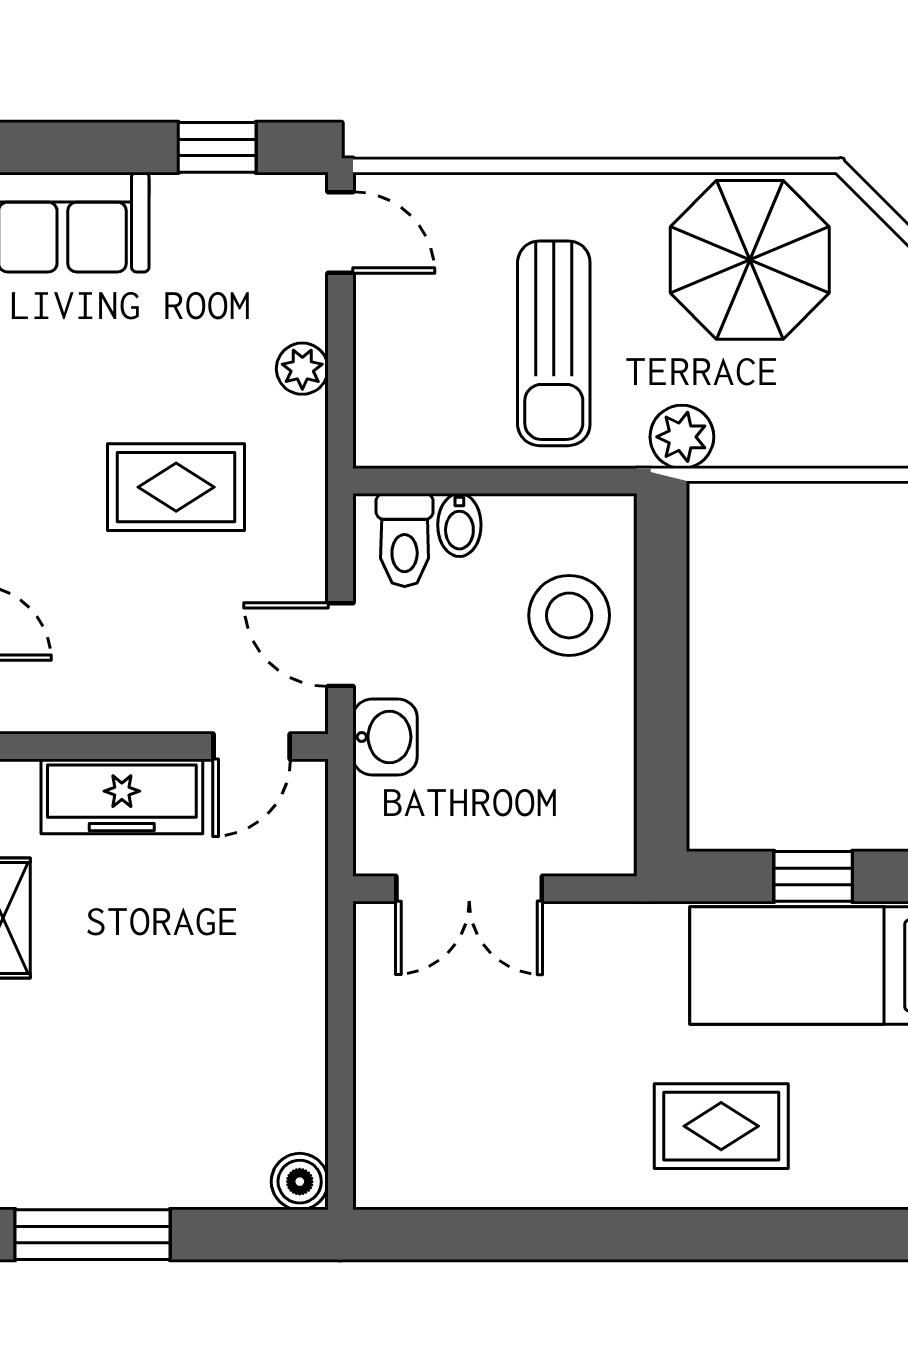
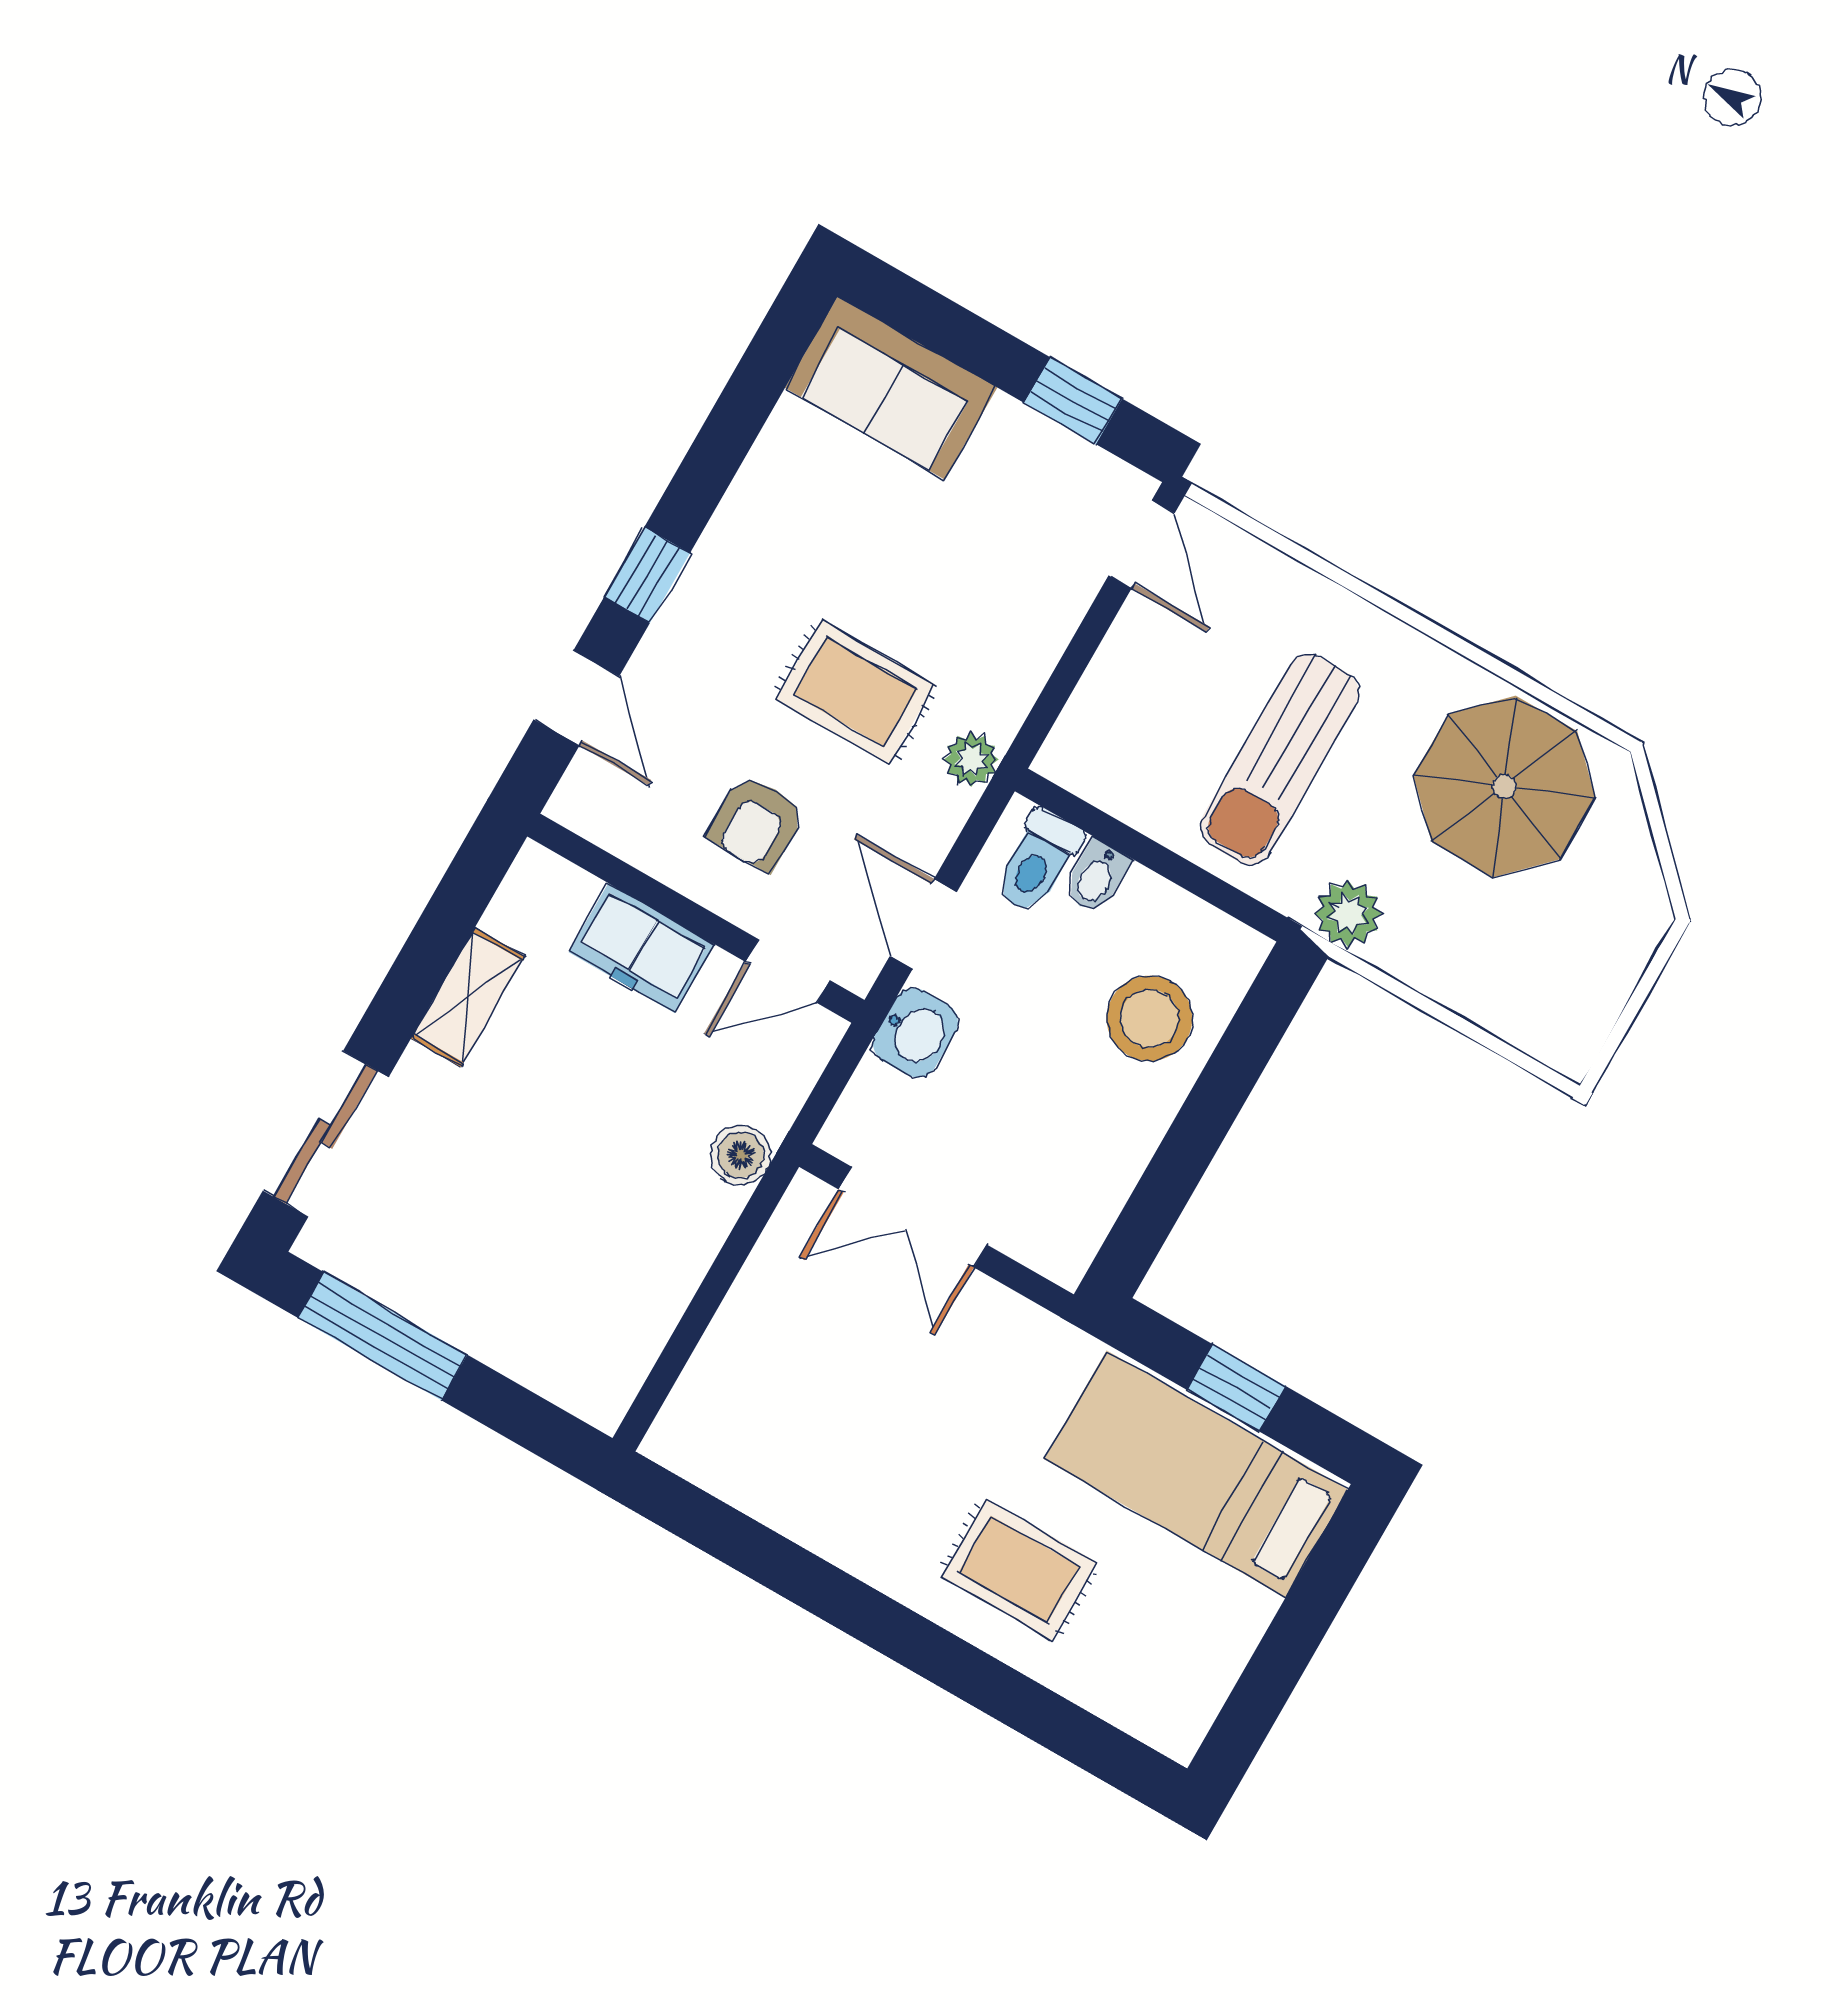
plant: (302, 369) -> (971, 760), moved
armchair: (157, 640) -> (757, 823), added
freezer: (122, 796) -> (642, 948), width x0.71
boiler: (300, 1182) -> (741, 1155), moved

